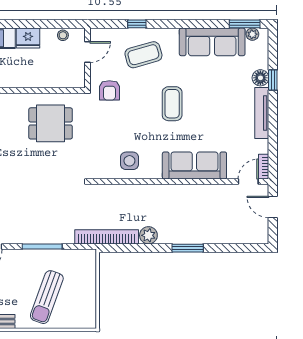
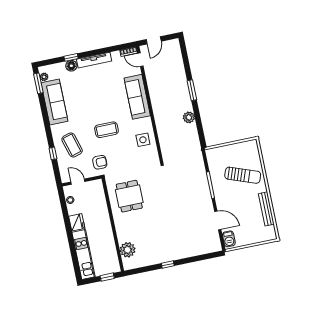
coffee table: (172, 104) -> (106, 130), moved
bookcase: (107, 237) -> (195, 144), removed

